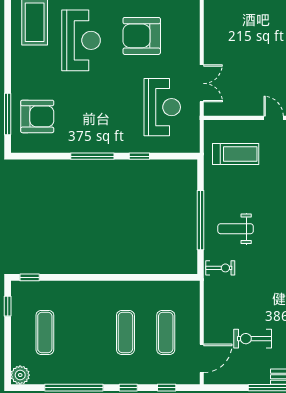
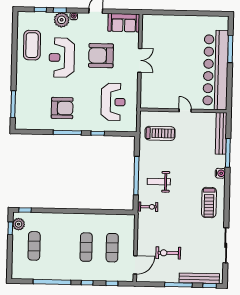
reception desk: (81, 40) -> (62, 58), turned 180
double door: (202, 83) -> (140, 60), moved
armchair: (37, 116) -> (62, 108), moved
plant: (20, 375) -> (19, 224), moved

